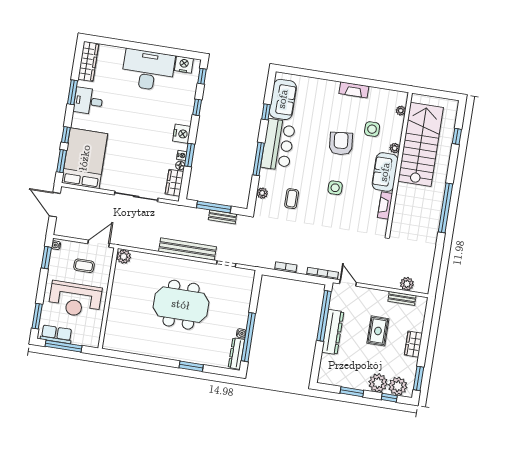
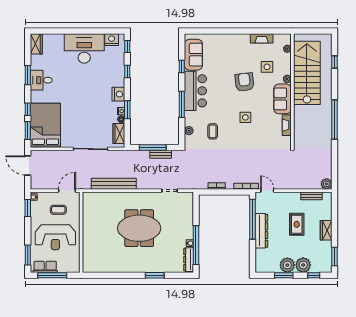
wardrobe: (88, 61) -> (36, 44), width x0.67
fireplace: (354, 90) -> (262, 38), moved
bench: (187, 249) -> (114, 184), moved
plant: (124, 257) -> (88, 198), removed
plant: (407, 284) -> (326, 184), moved
plant: (398, 386) -> (287, 265), moved

